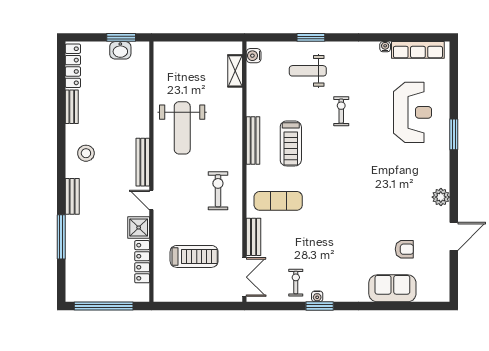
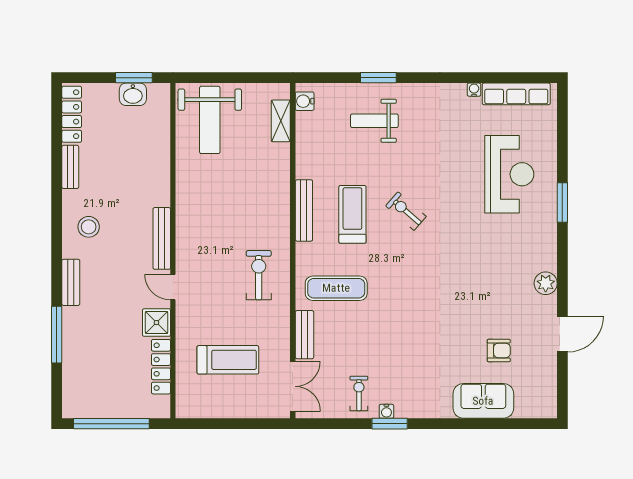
exercise bike: (341, 111) -> (406, 211), moved, turned -49
weight bench: (182, 128) -> (210, 120), moved
treadmill: (291, 143) -> (352, 214), turned 180

